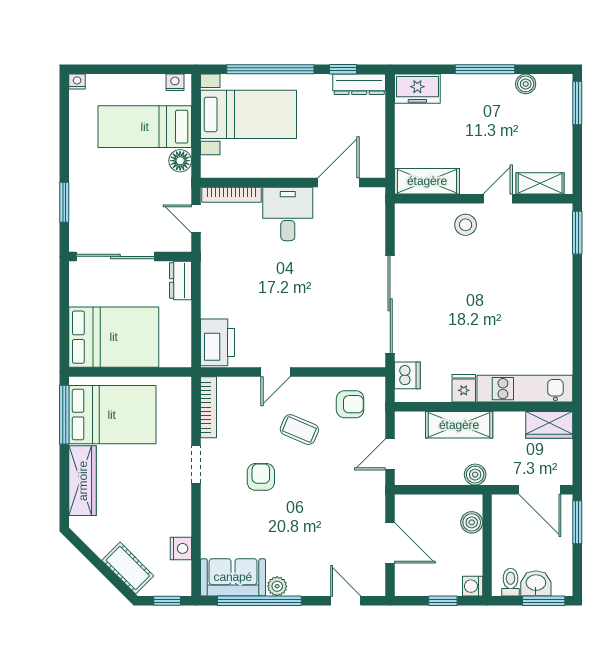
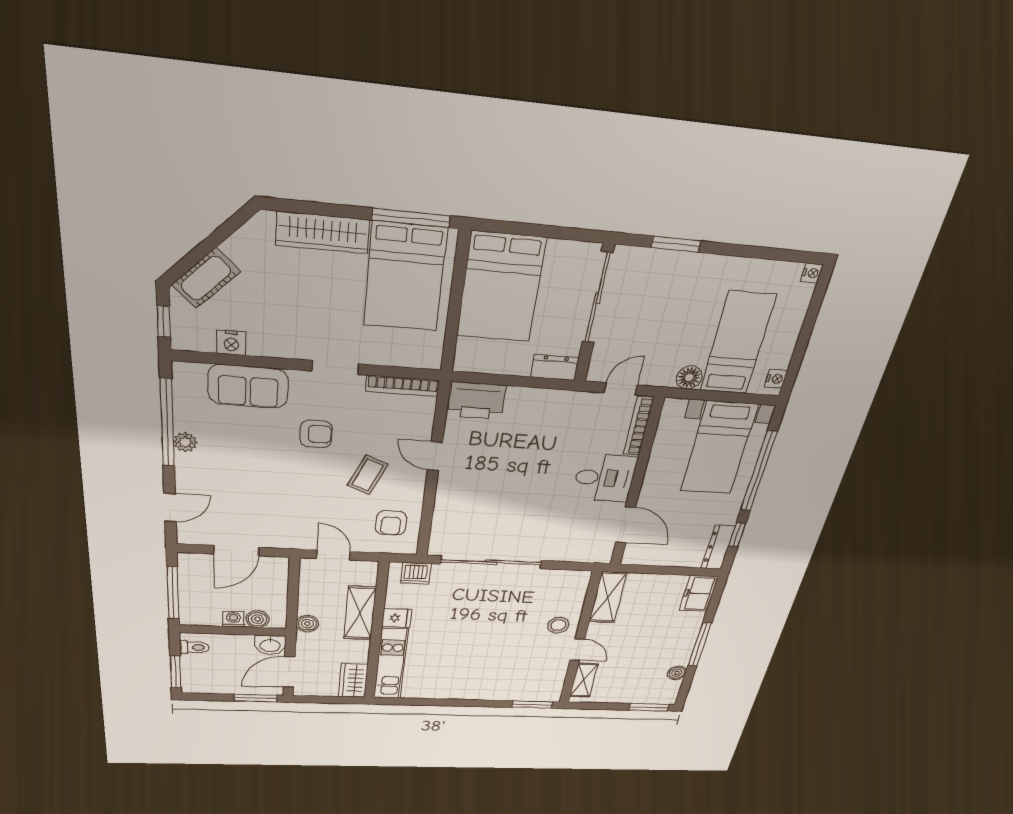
sofa: (233, 577) -> (248, 386), moved, turned 90
washbasin: (536, 583) -> (270, 645), moved, turned 90
washing machine: (473, 586) -> (233, 619), moved
window: (443, 601) -> (173, 593), width x2.17

